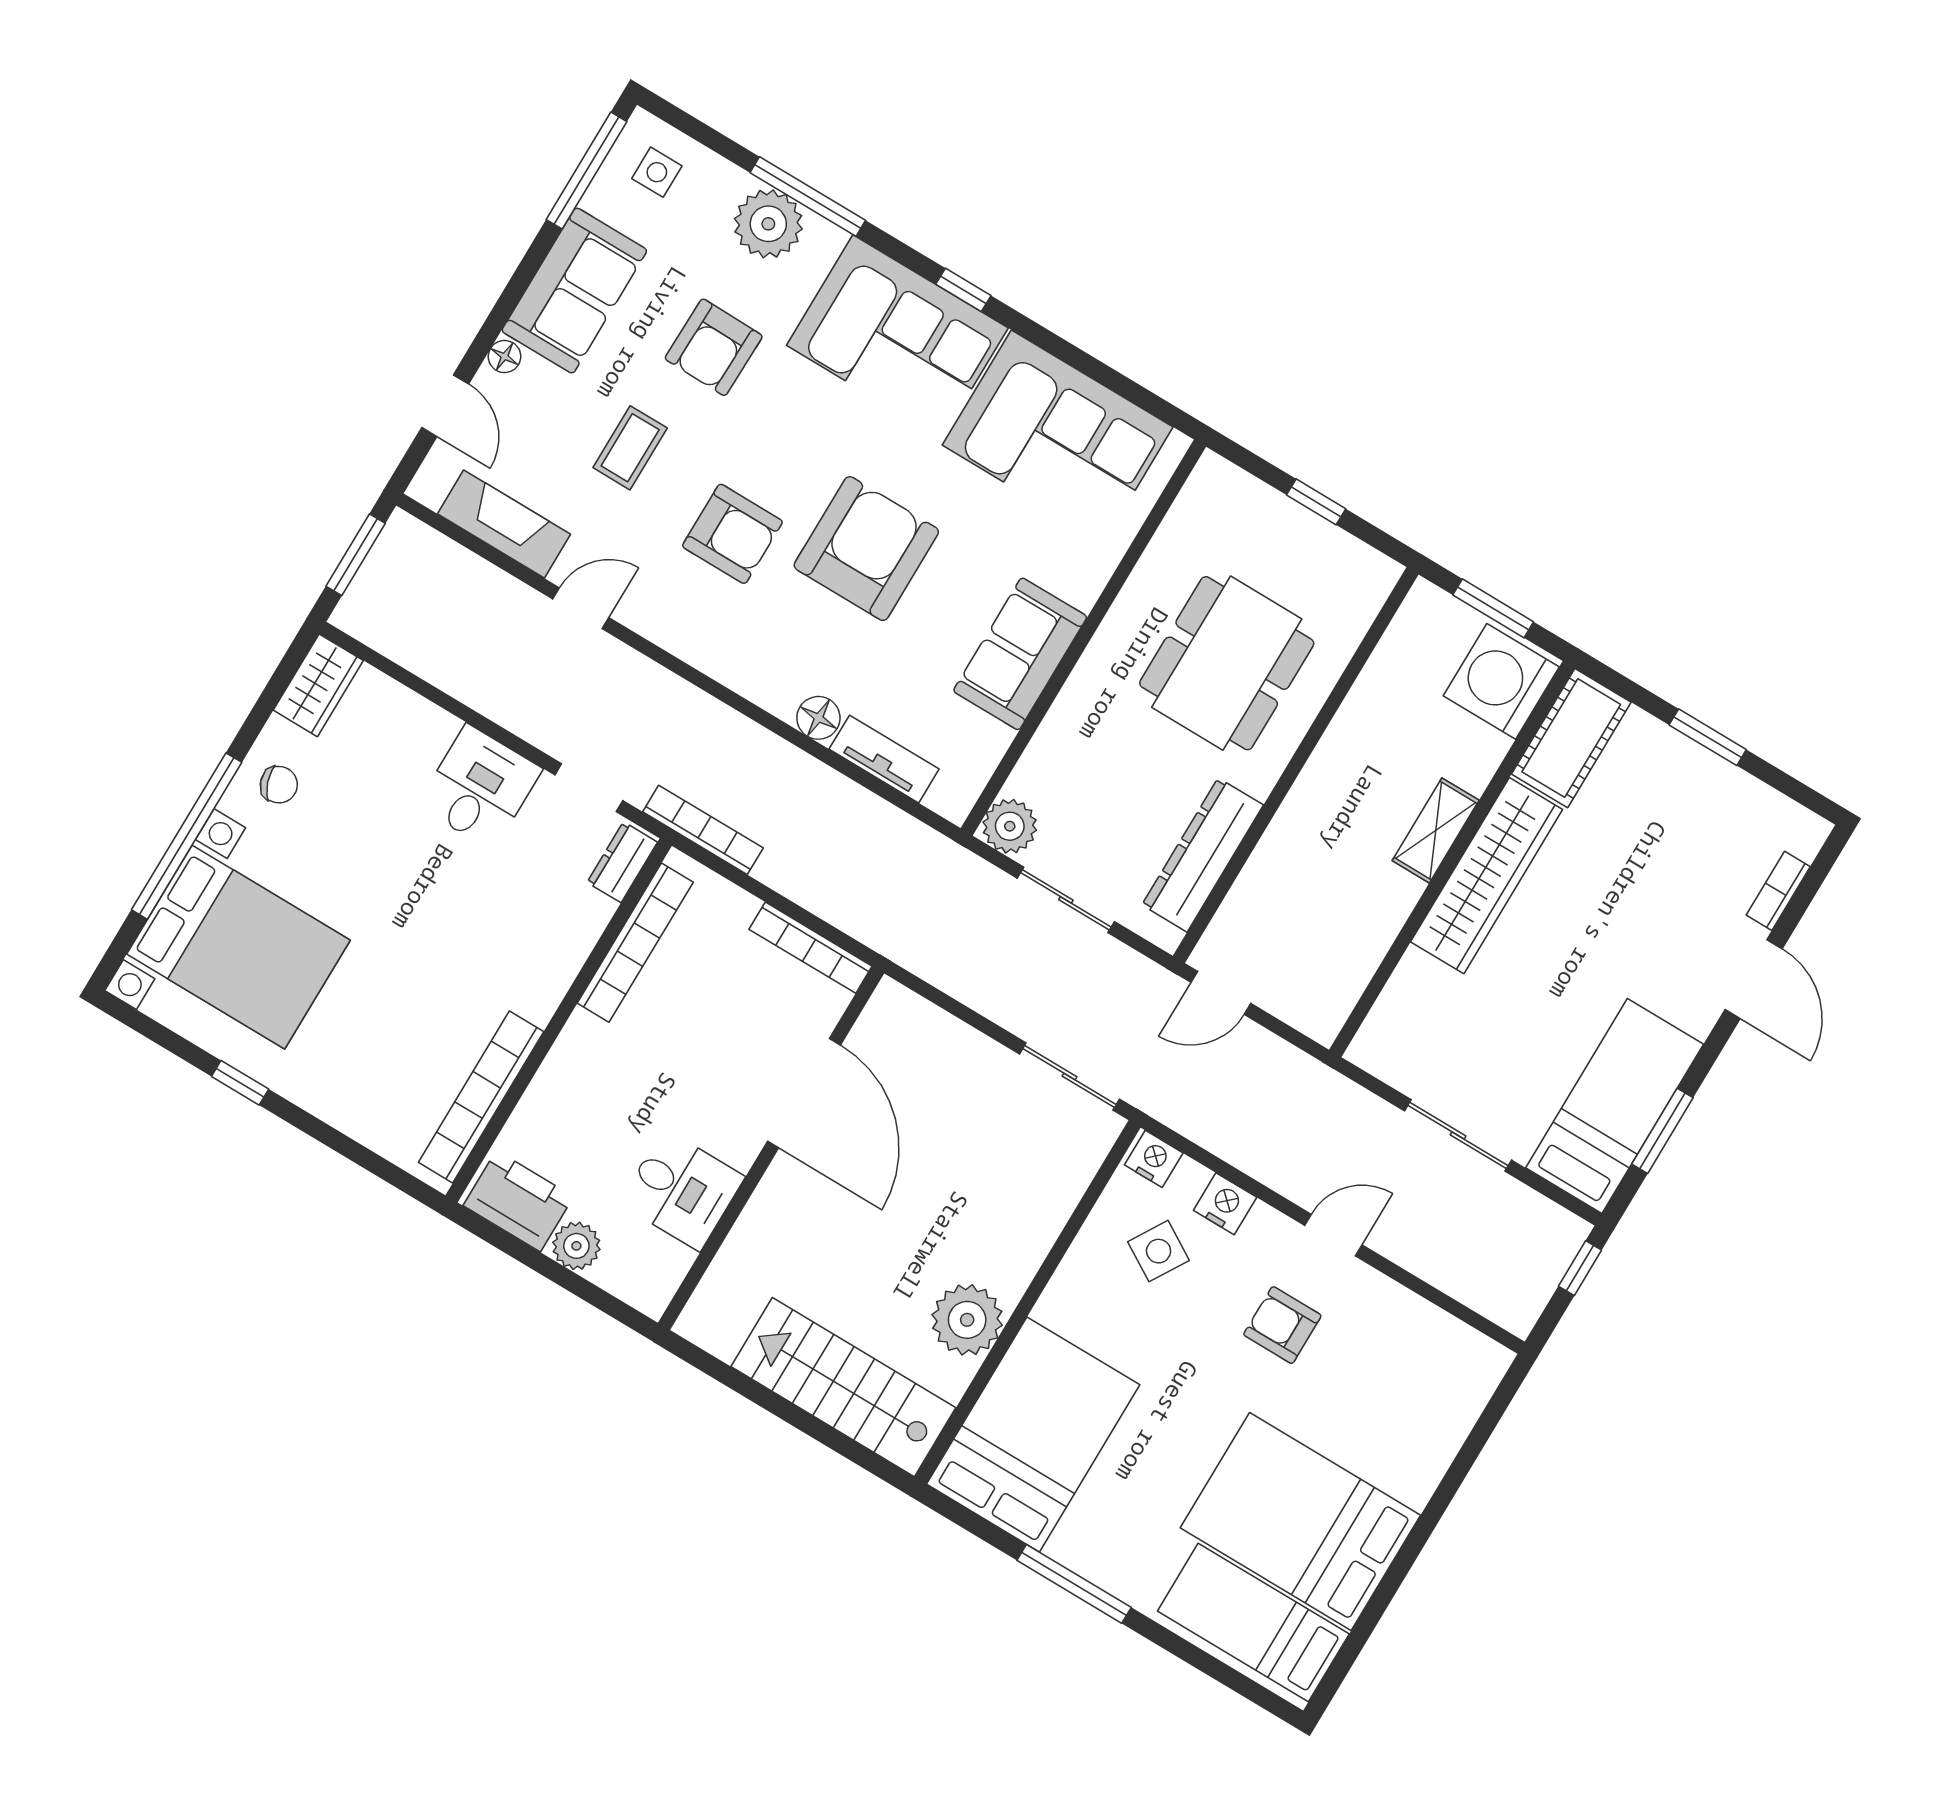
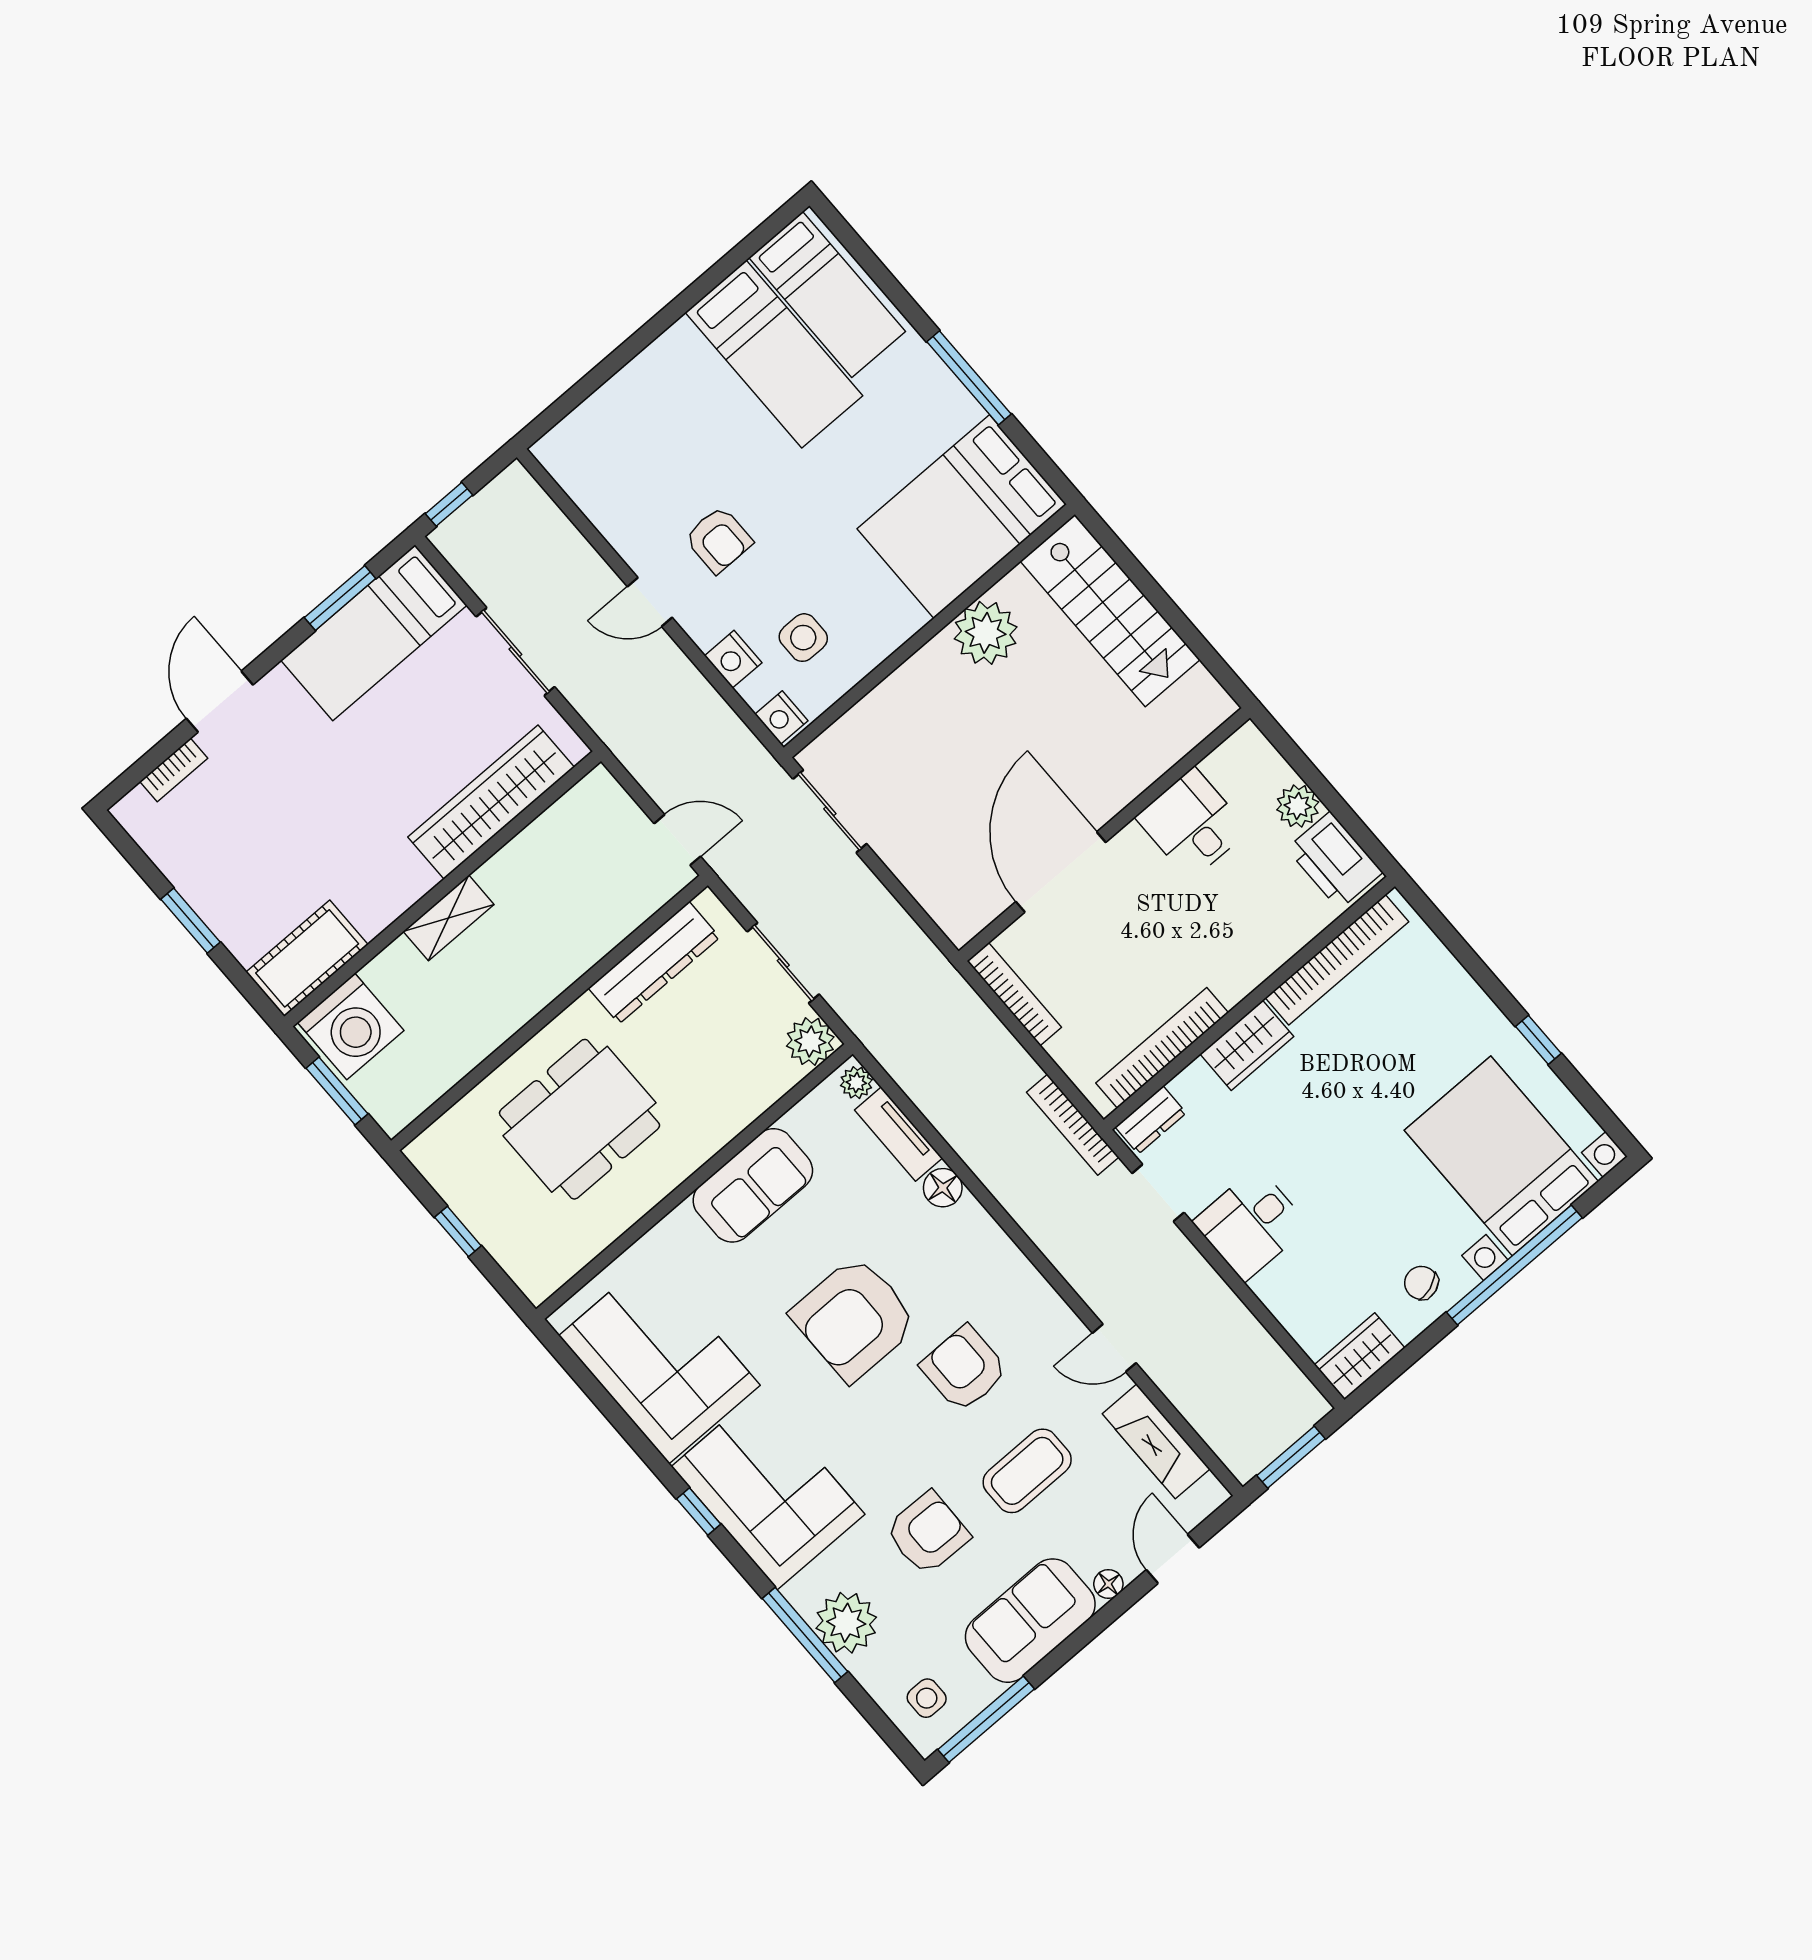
coffee table: (630, 448) -> (1027, 1471), width x1.36, depth x1.30
plant: (947, 799) -> (856, 1083), added
wardrobe: (1487, 876) -> (491, 802), moved
wardrobe: (547, 975) -> (1247, 1045), added
side table: (1159, 1251) -> (803, 638), turned -31
bed: (1300, 1522) -> (774, 354), width x0.67

